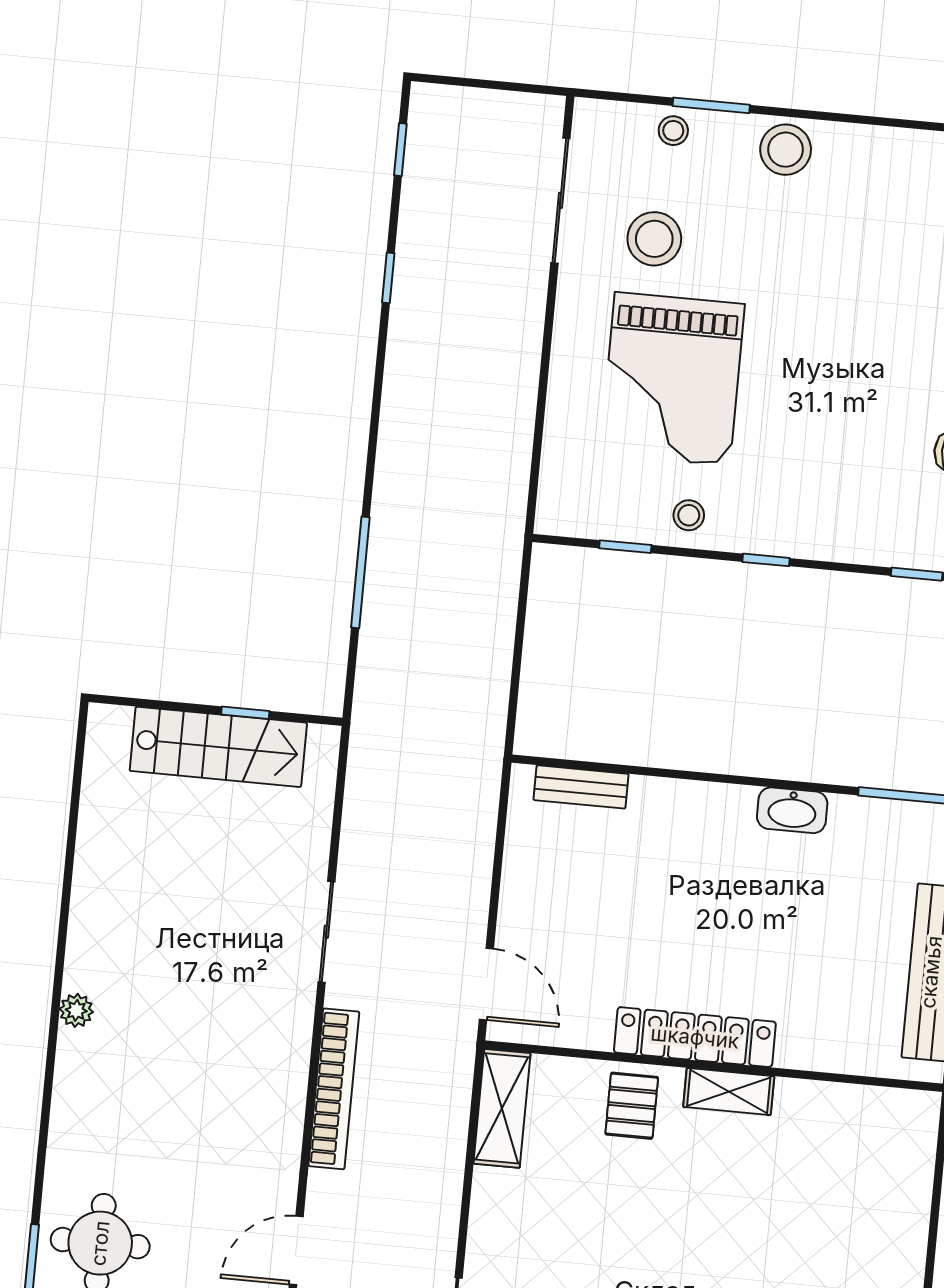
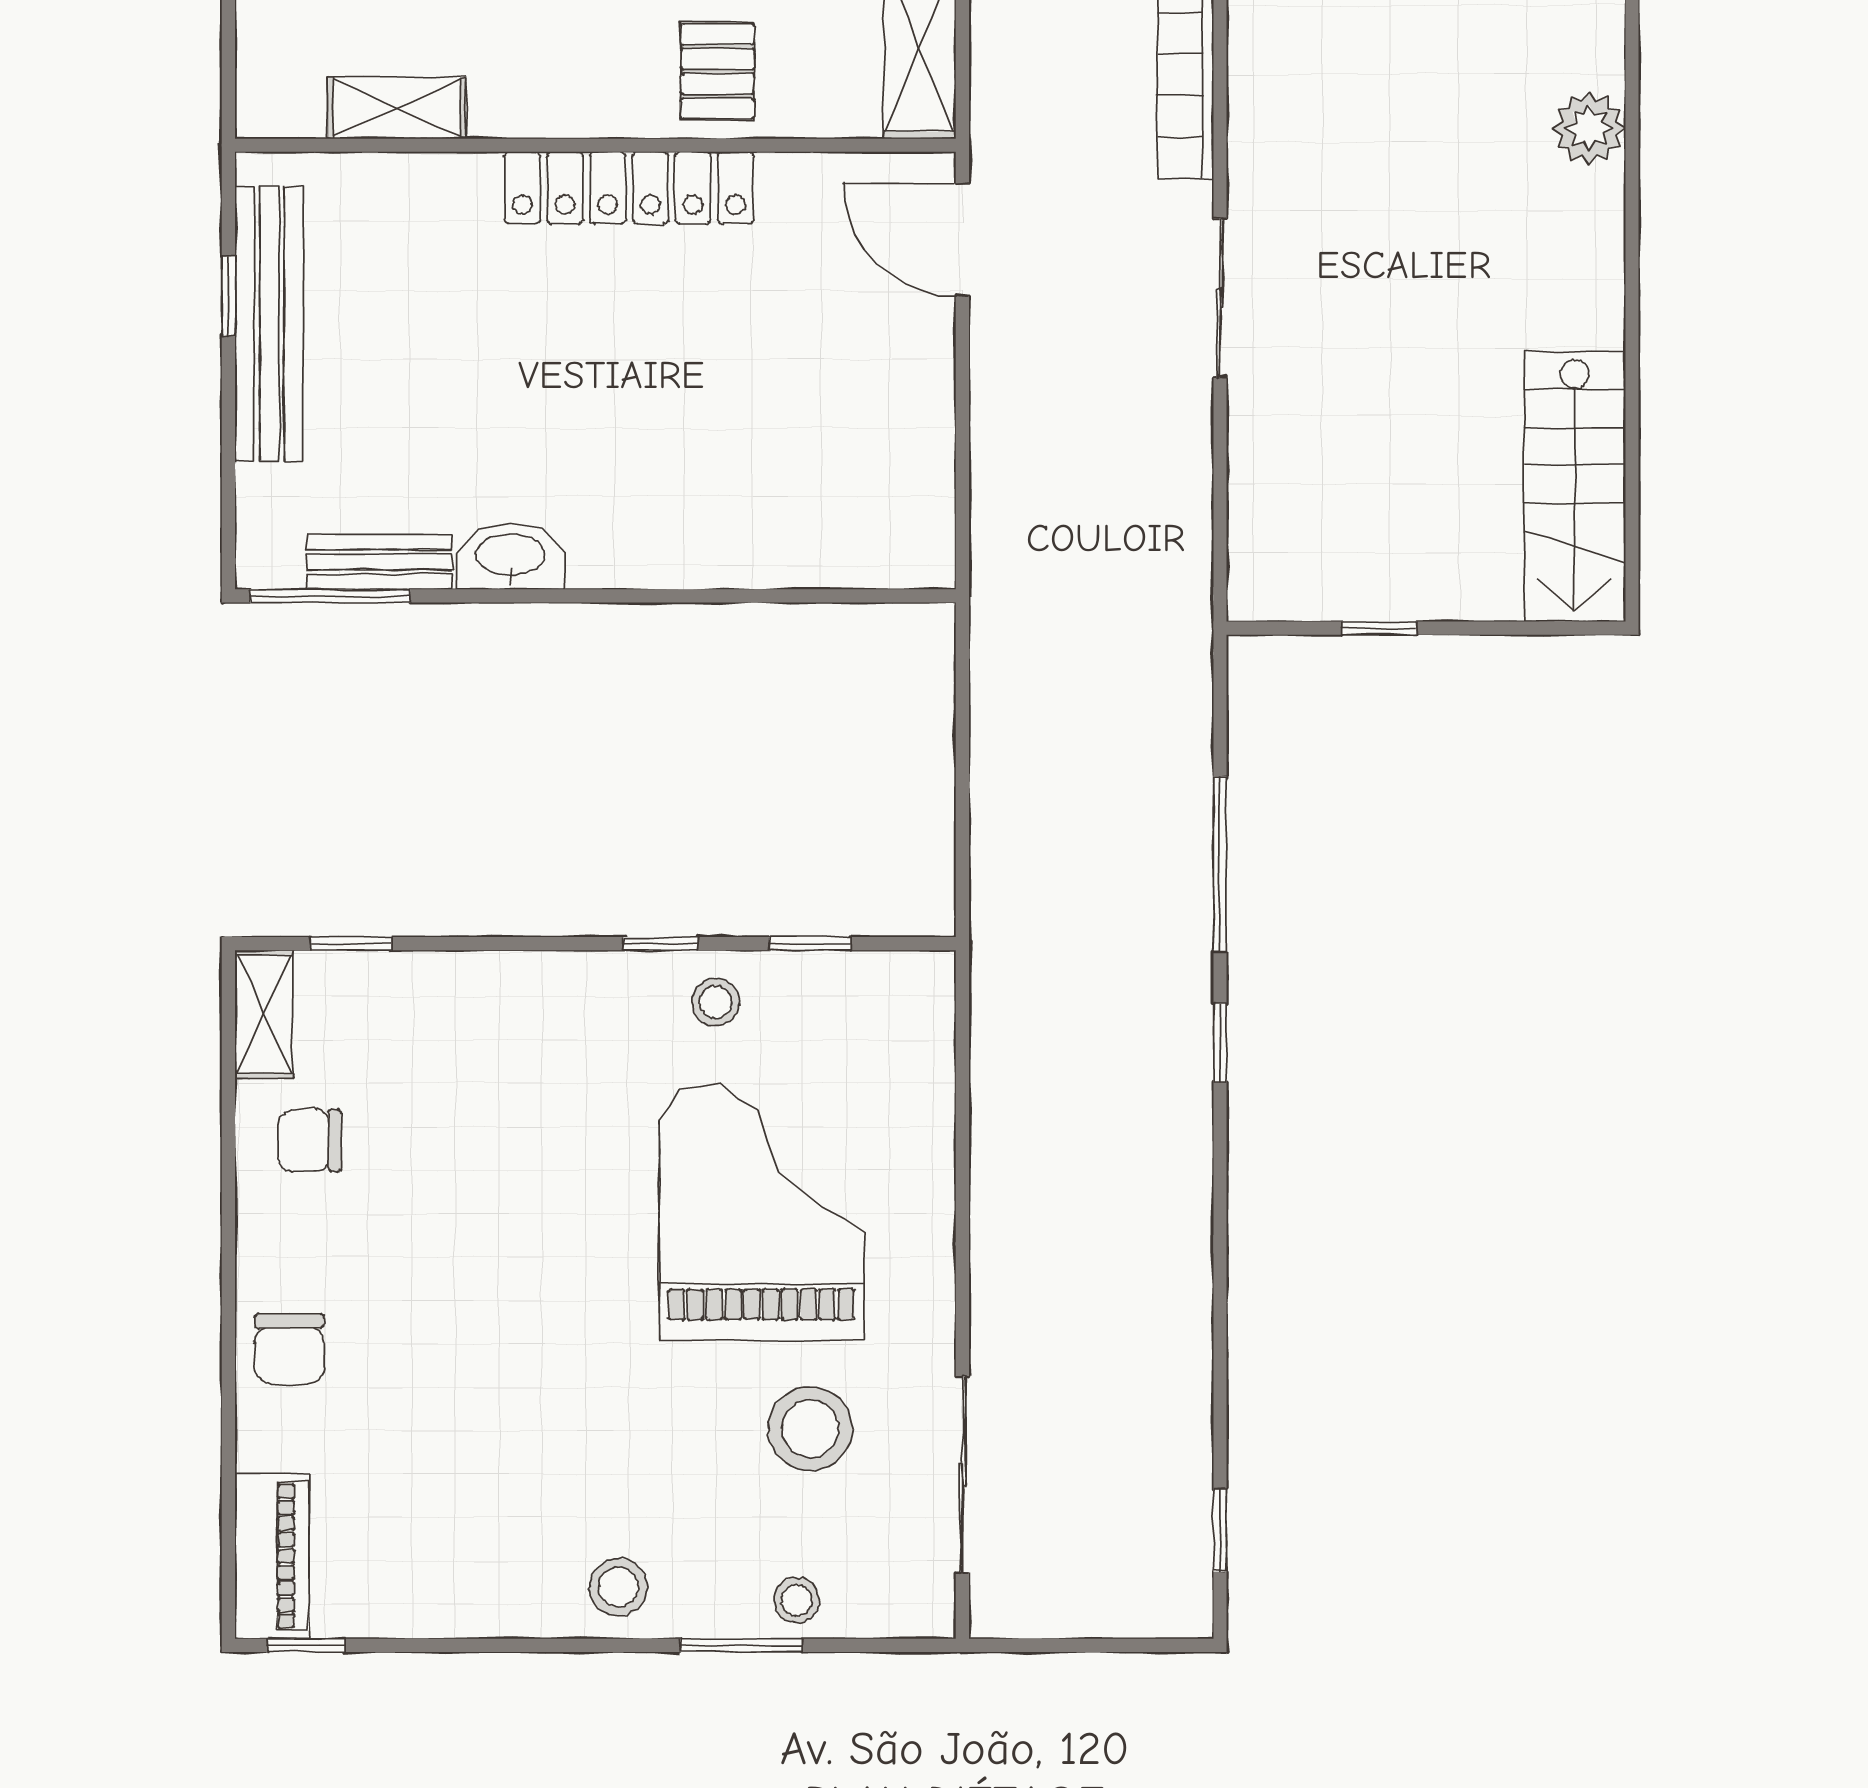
stool: (786, 150) -> (618, 1587), width x0.73, depth x0.73
window: (388, 278) -> (1220, 1043), moved
window: (766, 560) -> (661, 944), moved
stairs: (218, 747) -> (1575, 487), moved, turned -90
bench: (581, 787) -> (379, 562), moved
plant: (76, 1010) -> (1589, 128), width x1.38, depth x1.38
shelving: (729, 1092) -> (397, 108), moved

